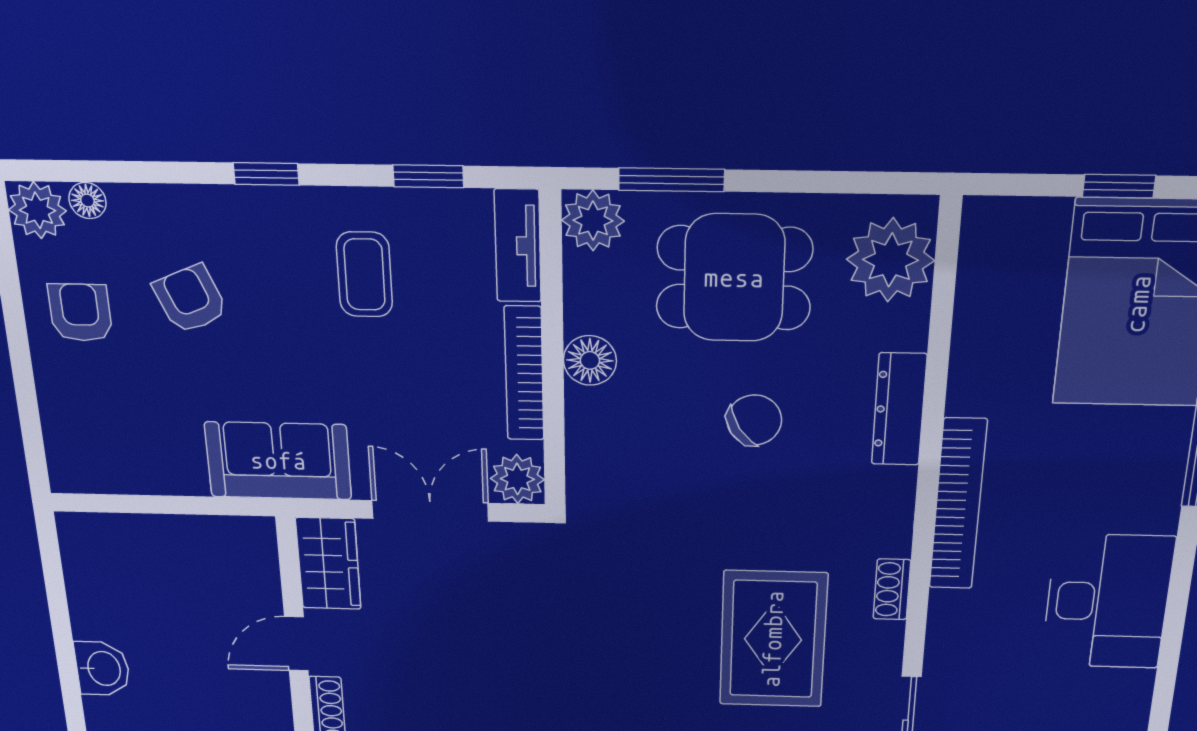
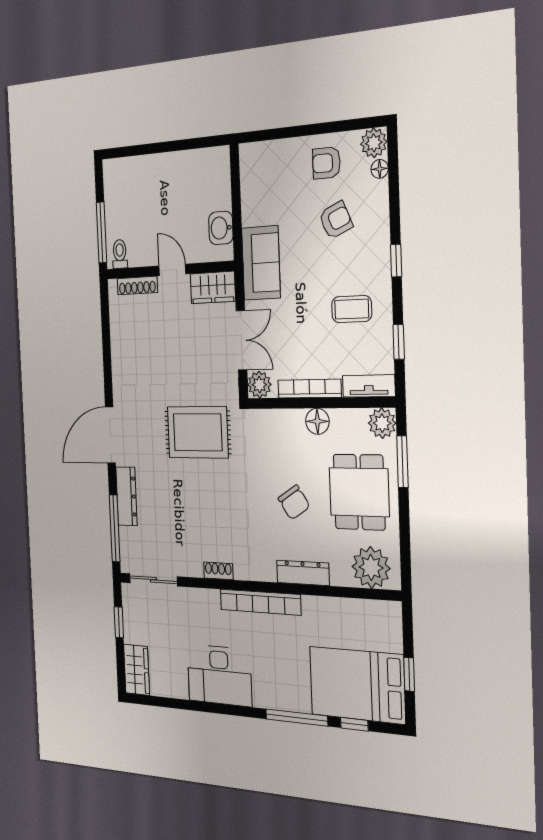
armchair: (80, 313) -> (326, 163), turned 180
rug: (773, 639) -> (198, 432), moved
washbasin: (103, 668) -> (221, 228), moved, turned 90

